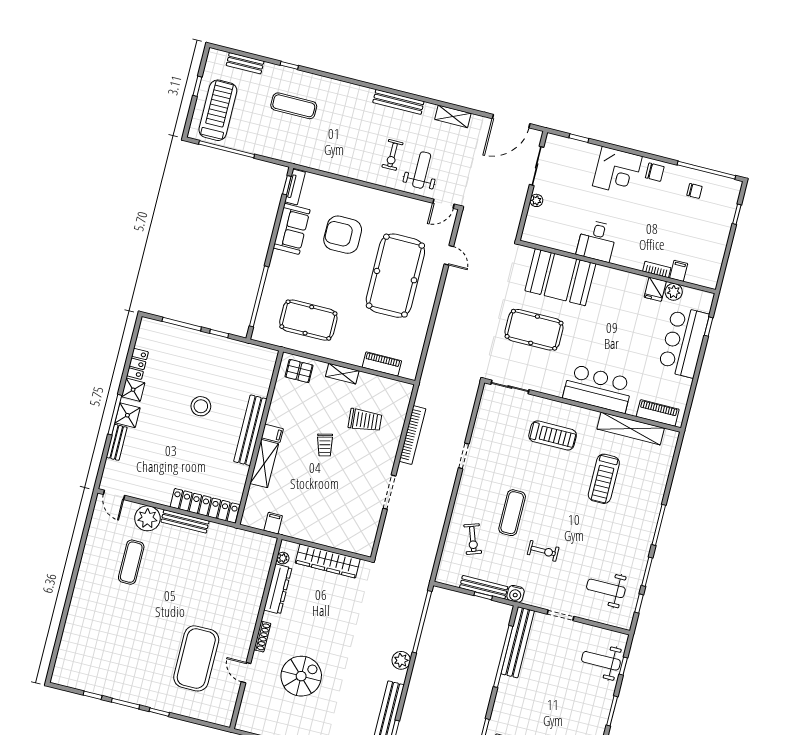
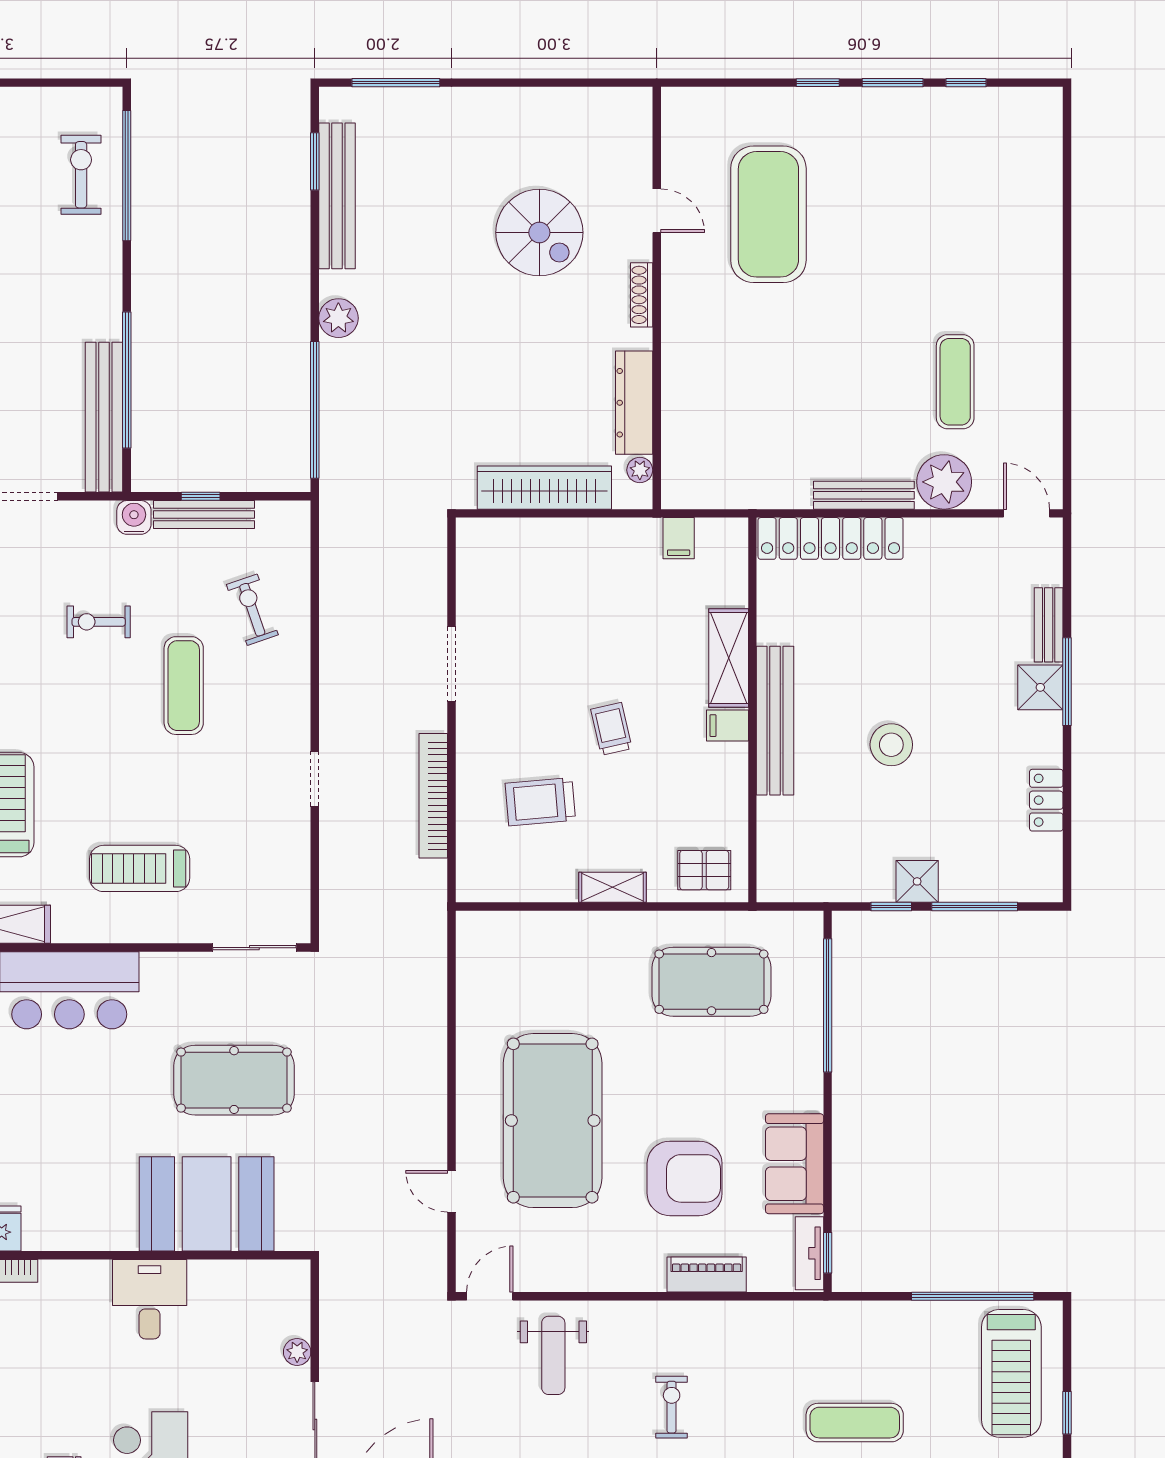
exercise bike: (392, 155) -> (672, 1407), moved
piano: (382, 364) -> (707, 1275), moved, turned 180
shower: (133, 390) -> (917, 881), moved
spiral stairs: (301, 676) -> (539, 233), turned -90

